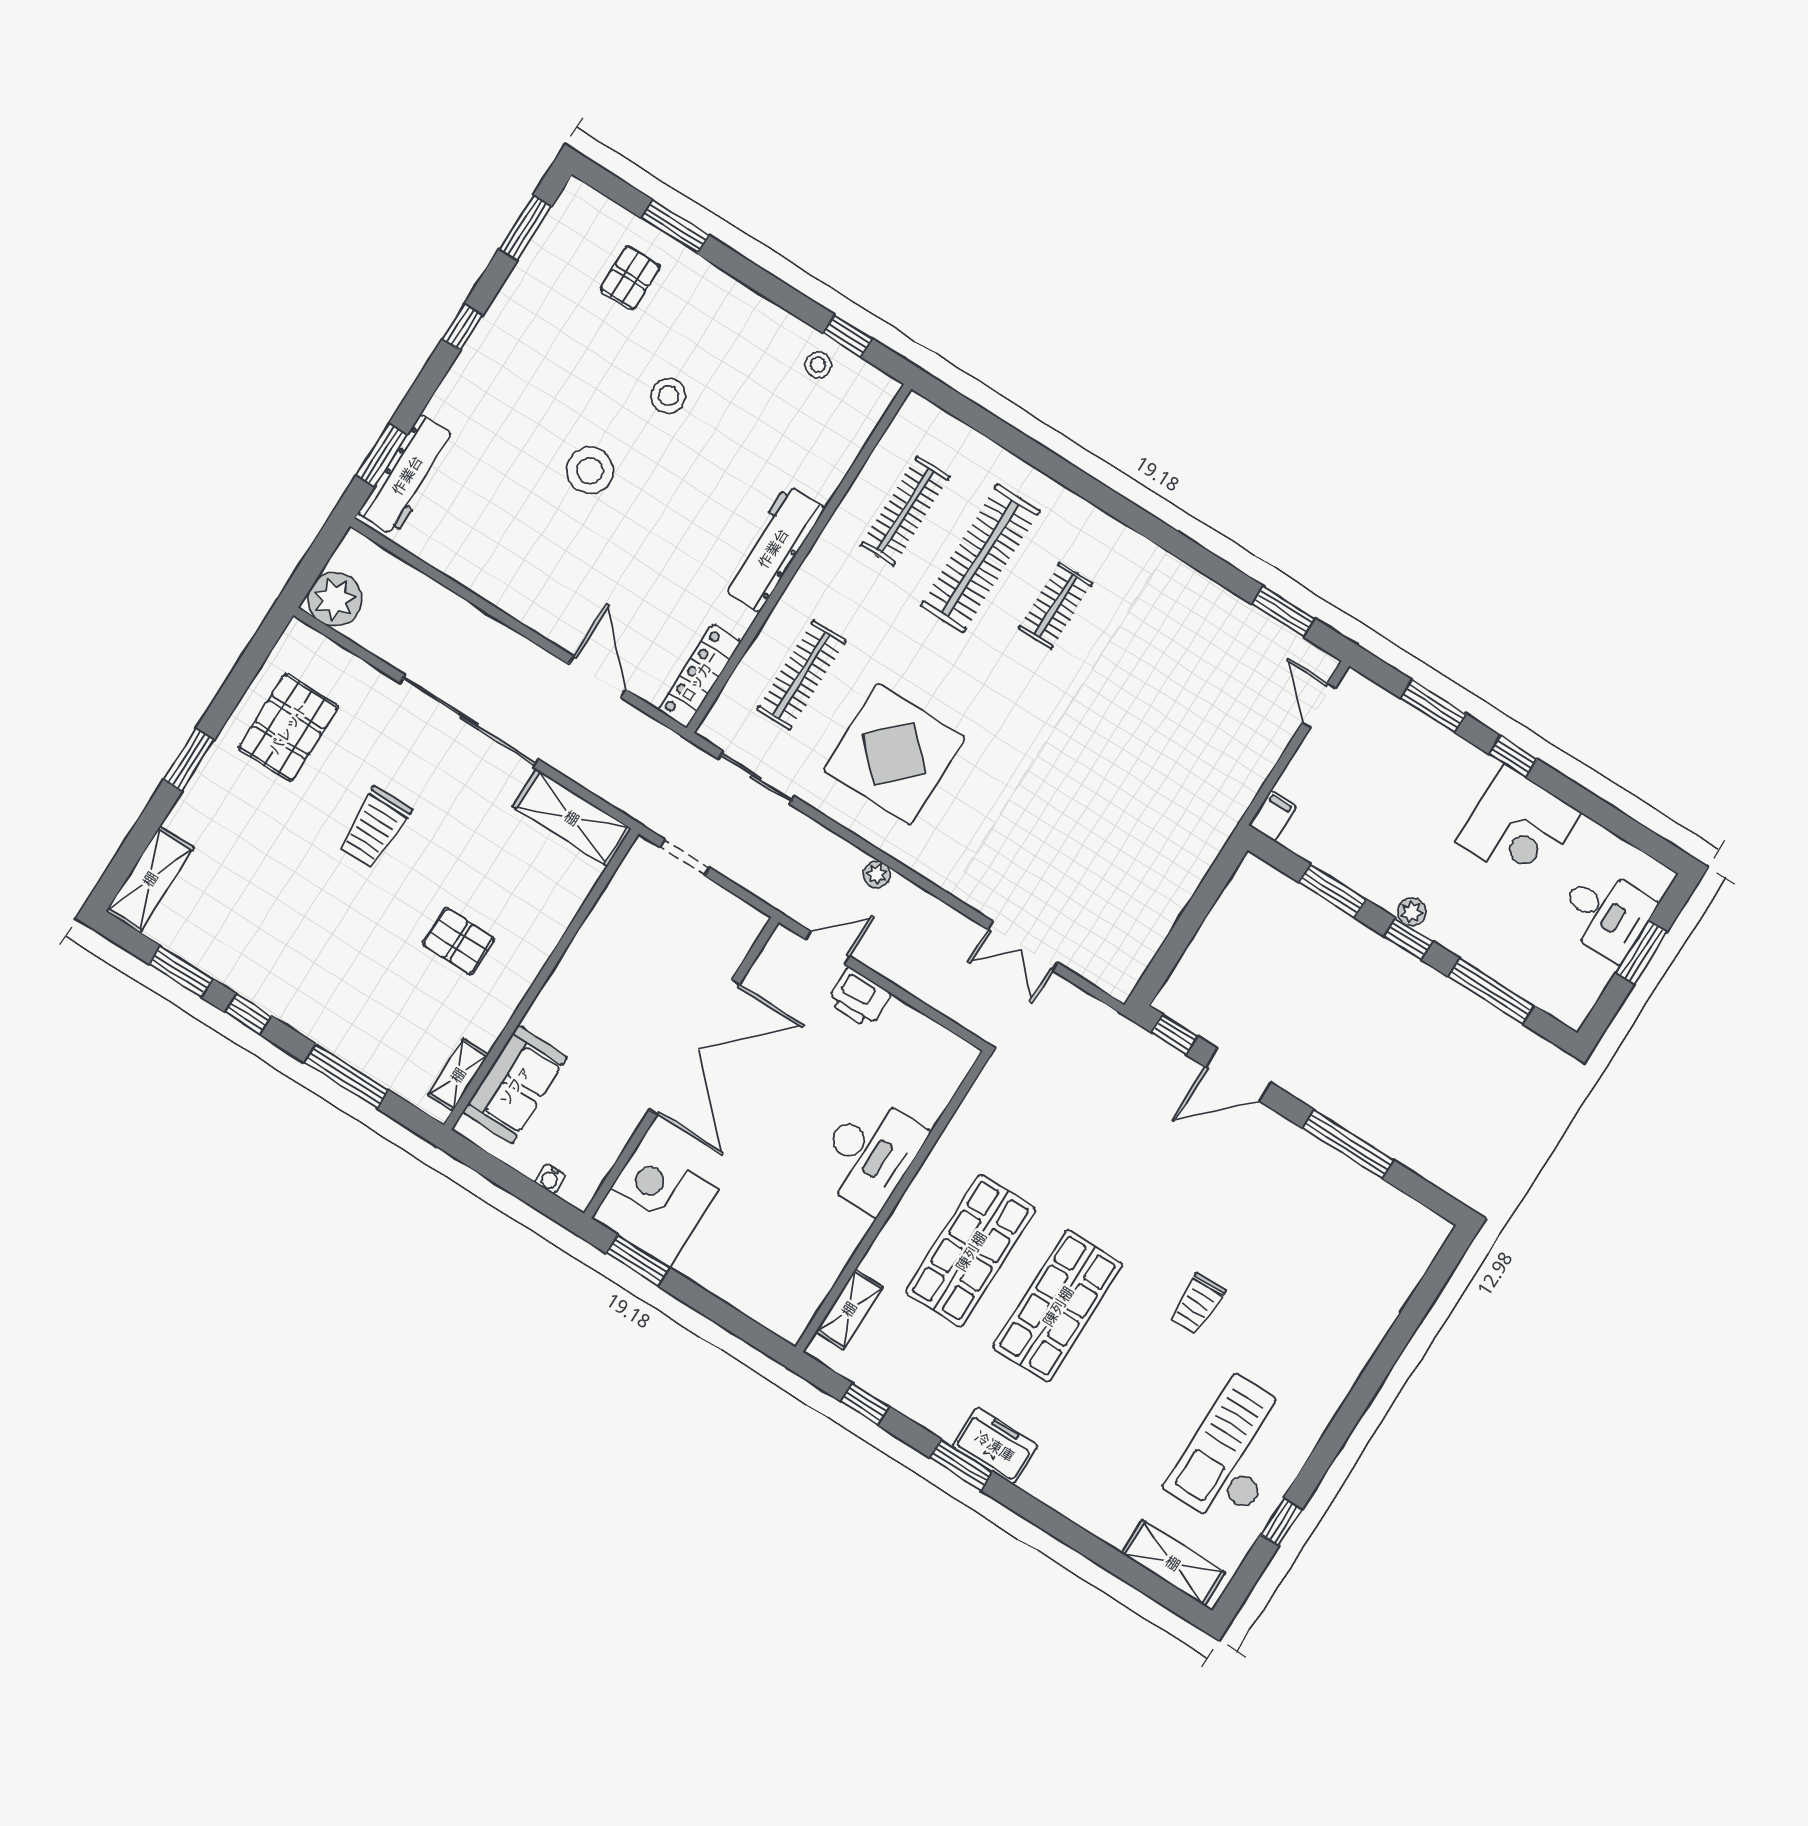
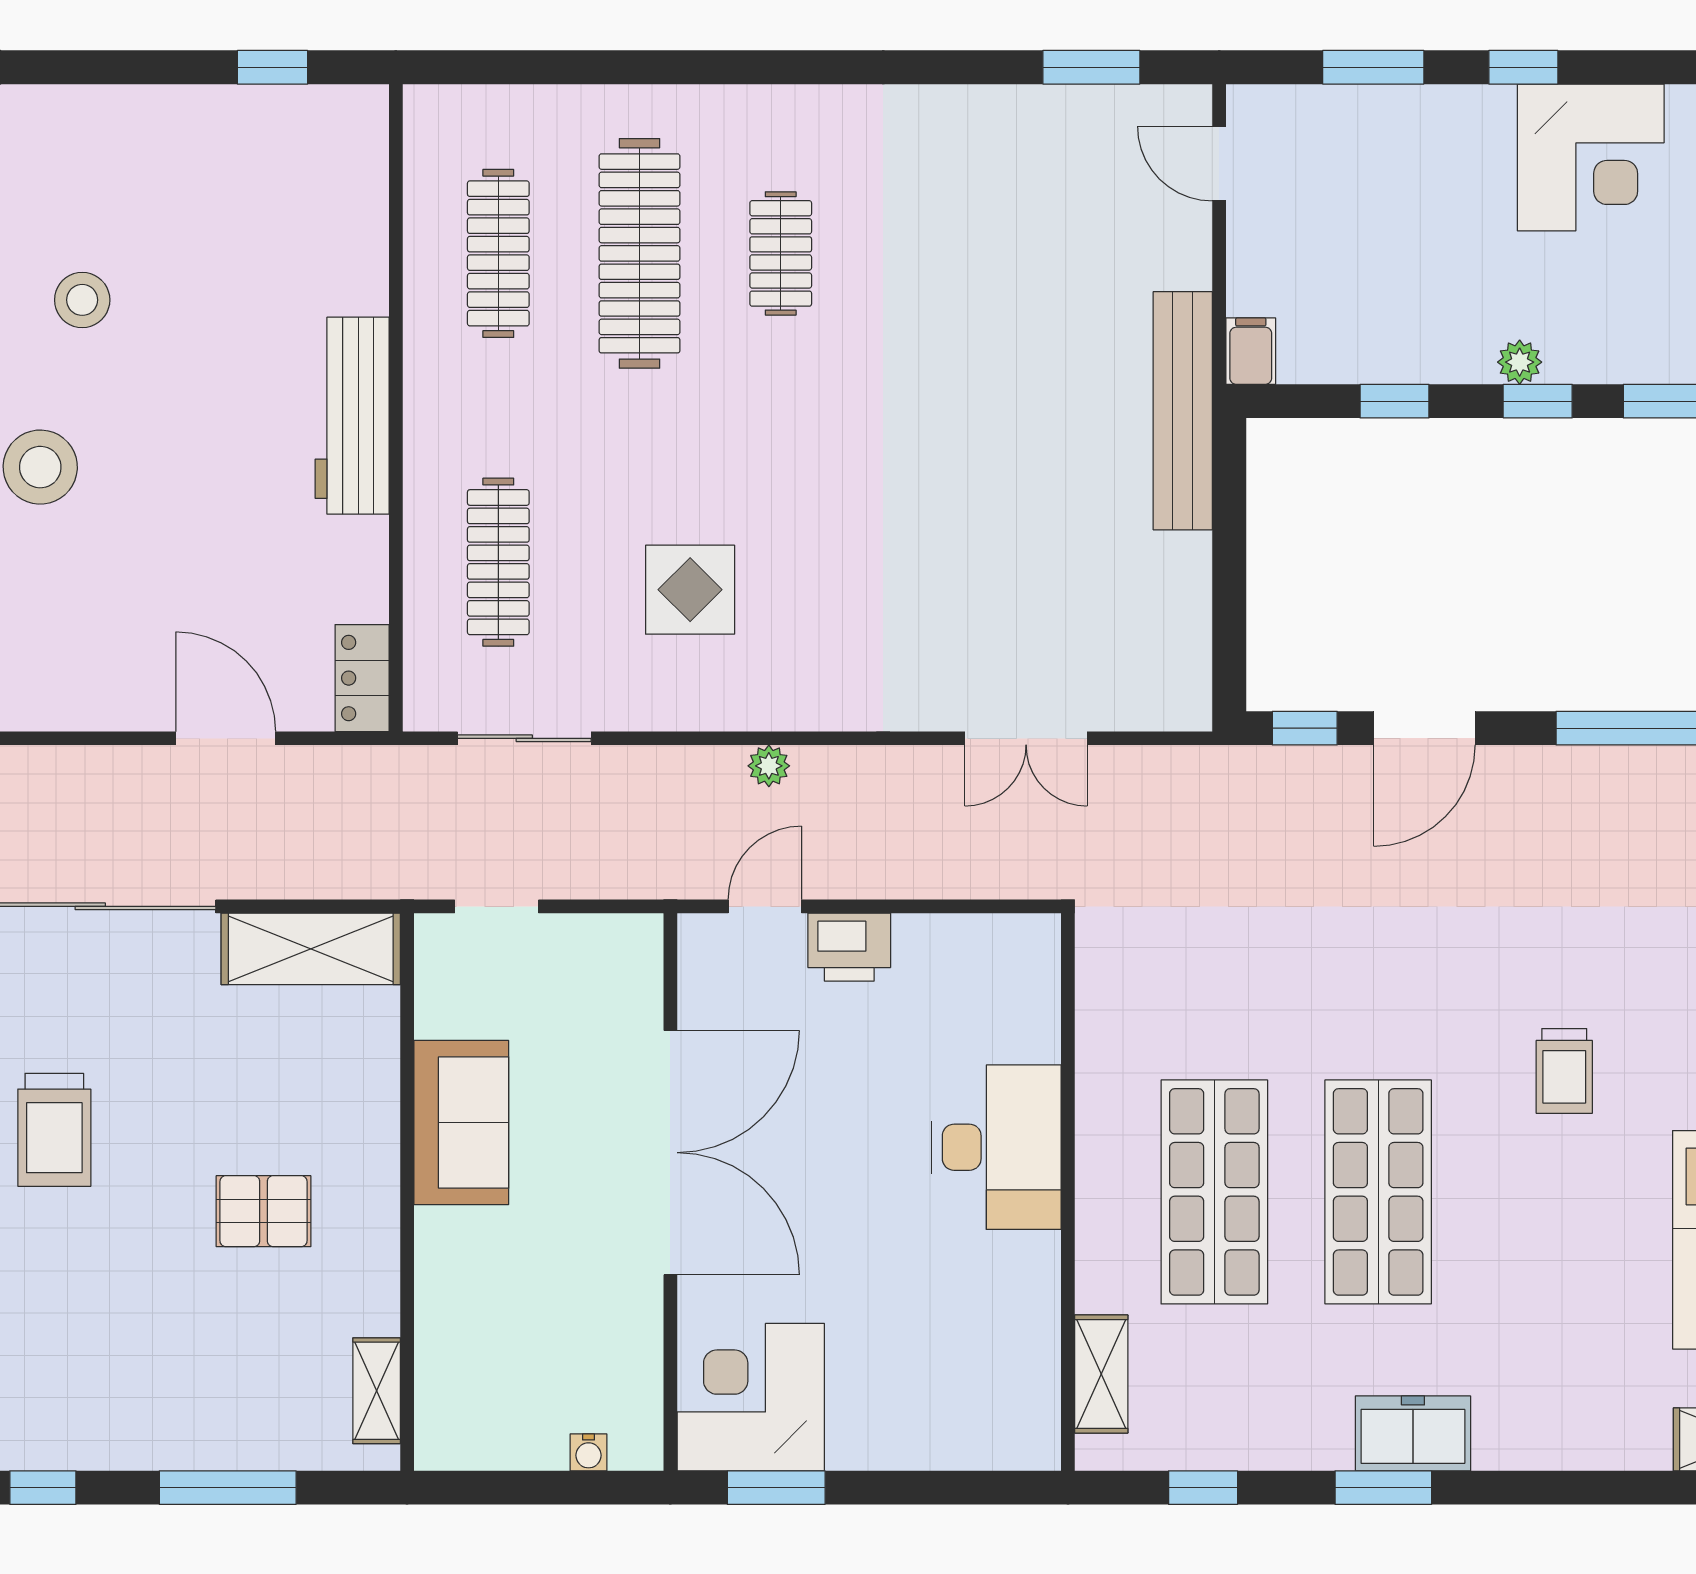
stool: (818, 365) -> (257, 131), removed
locker: (700, 676) -> (362, 678), width x0.66
display table: (894, 754) -> (690, 590), width x0.54, depth x0.54
bench: (1216, 825) -> (1183, 411), added
window: (1332, 891) -> (1395, 401), width x0.67
sofa: (515, 1085) -> (461, 1122), moved

